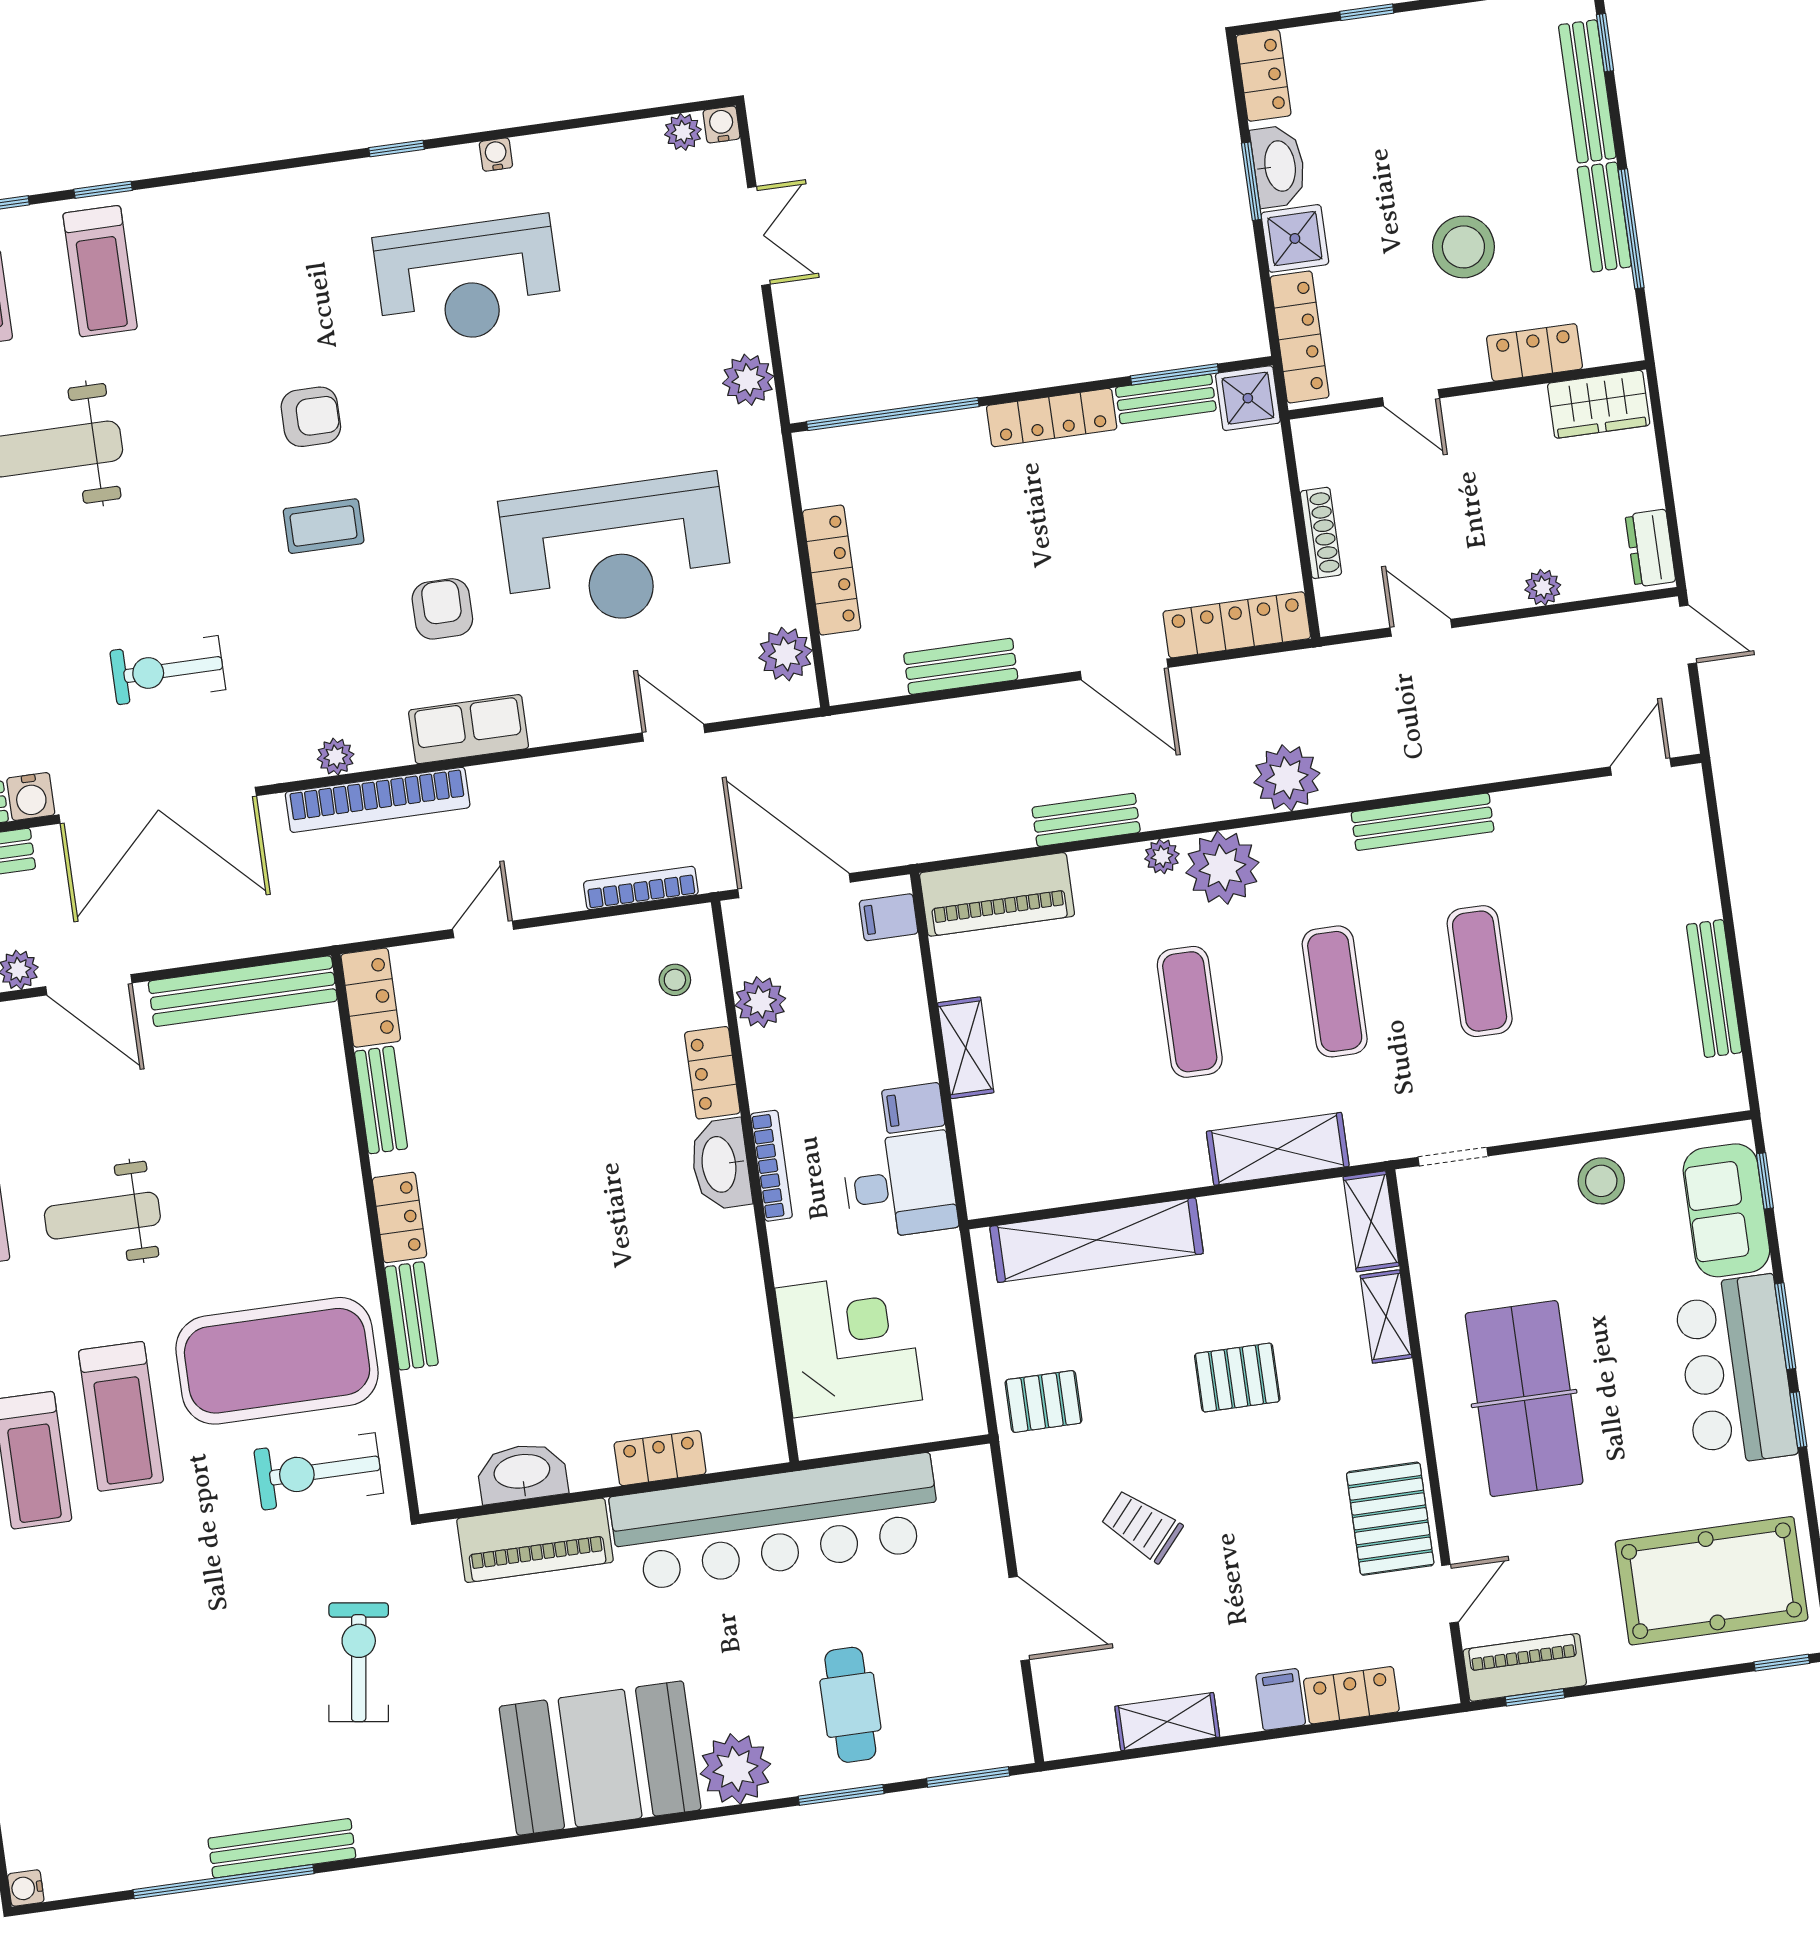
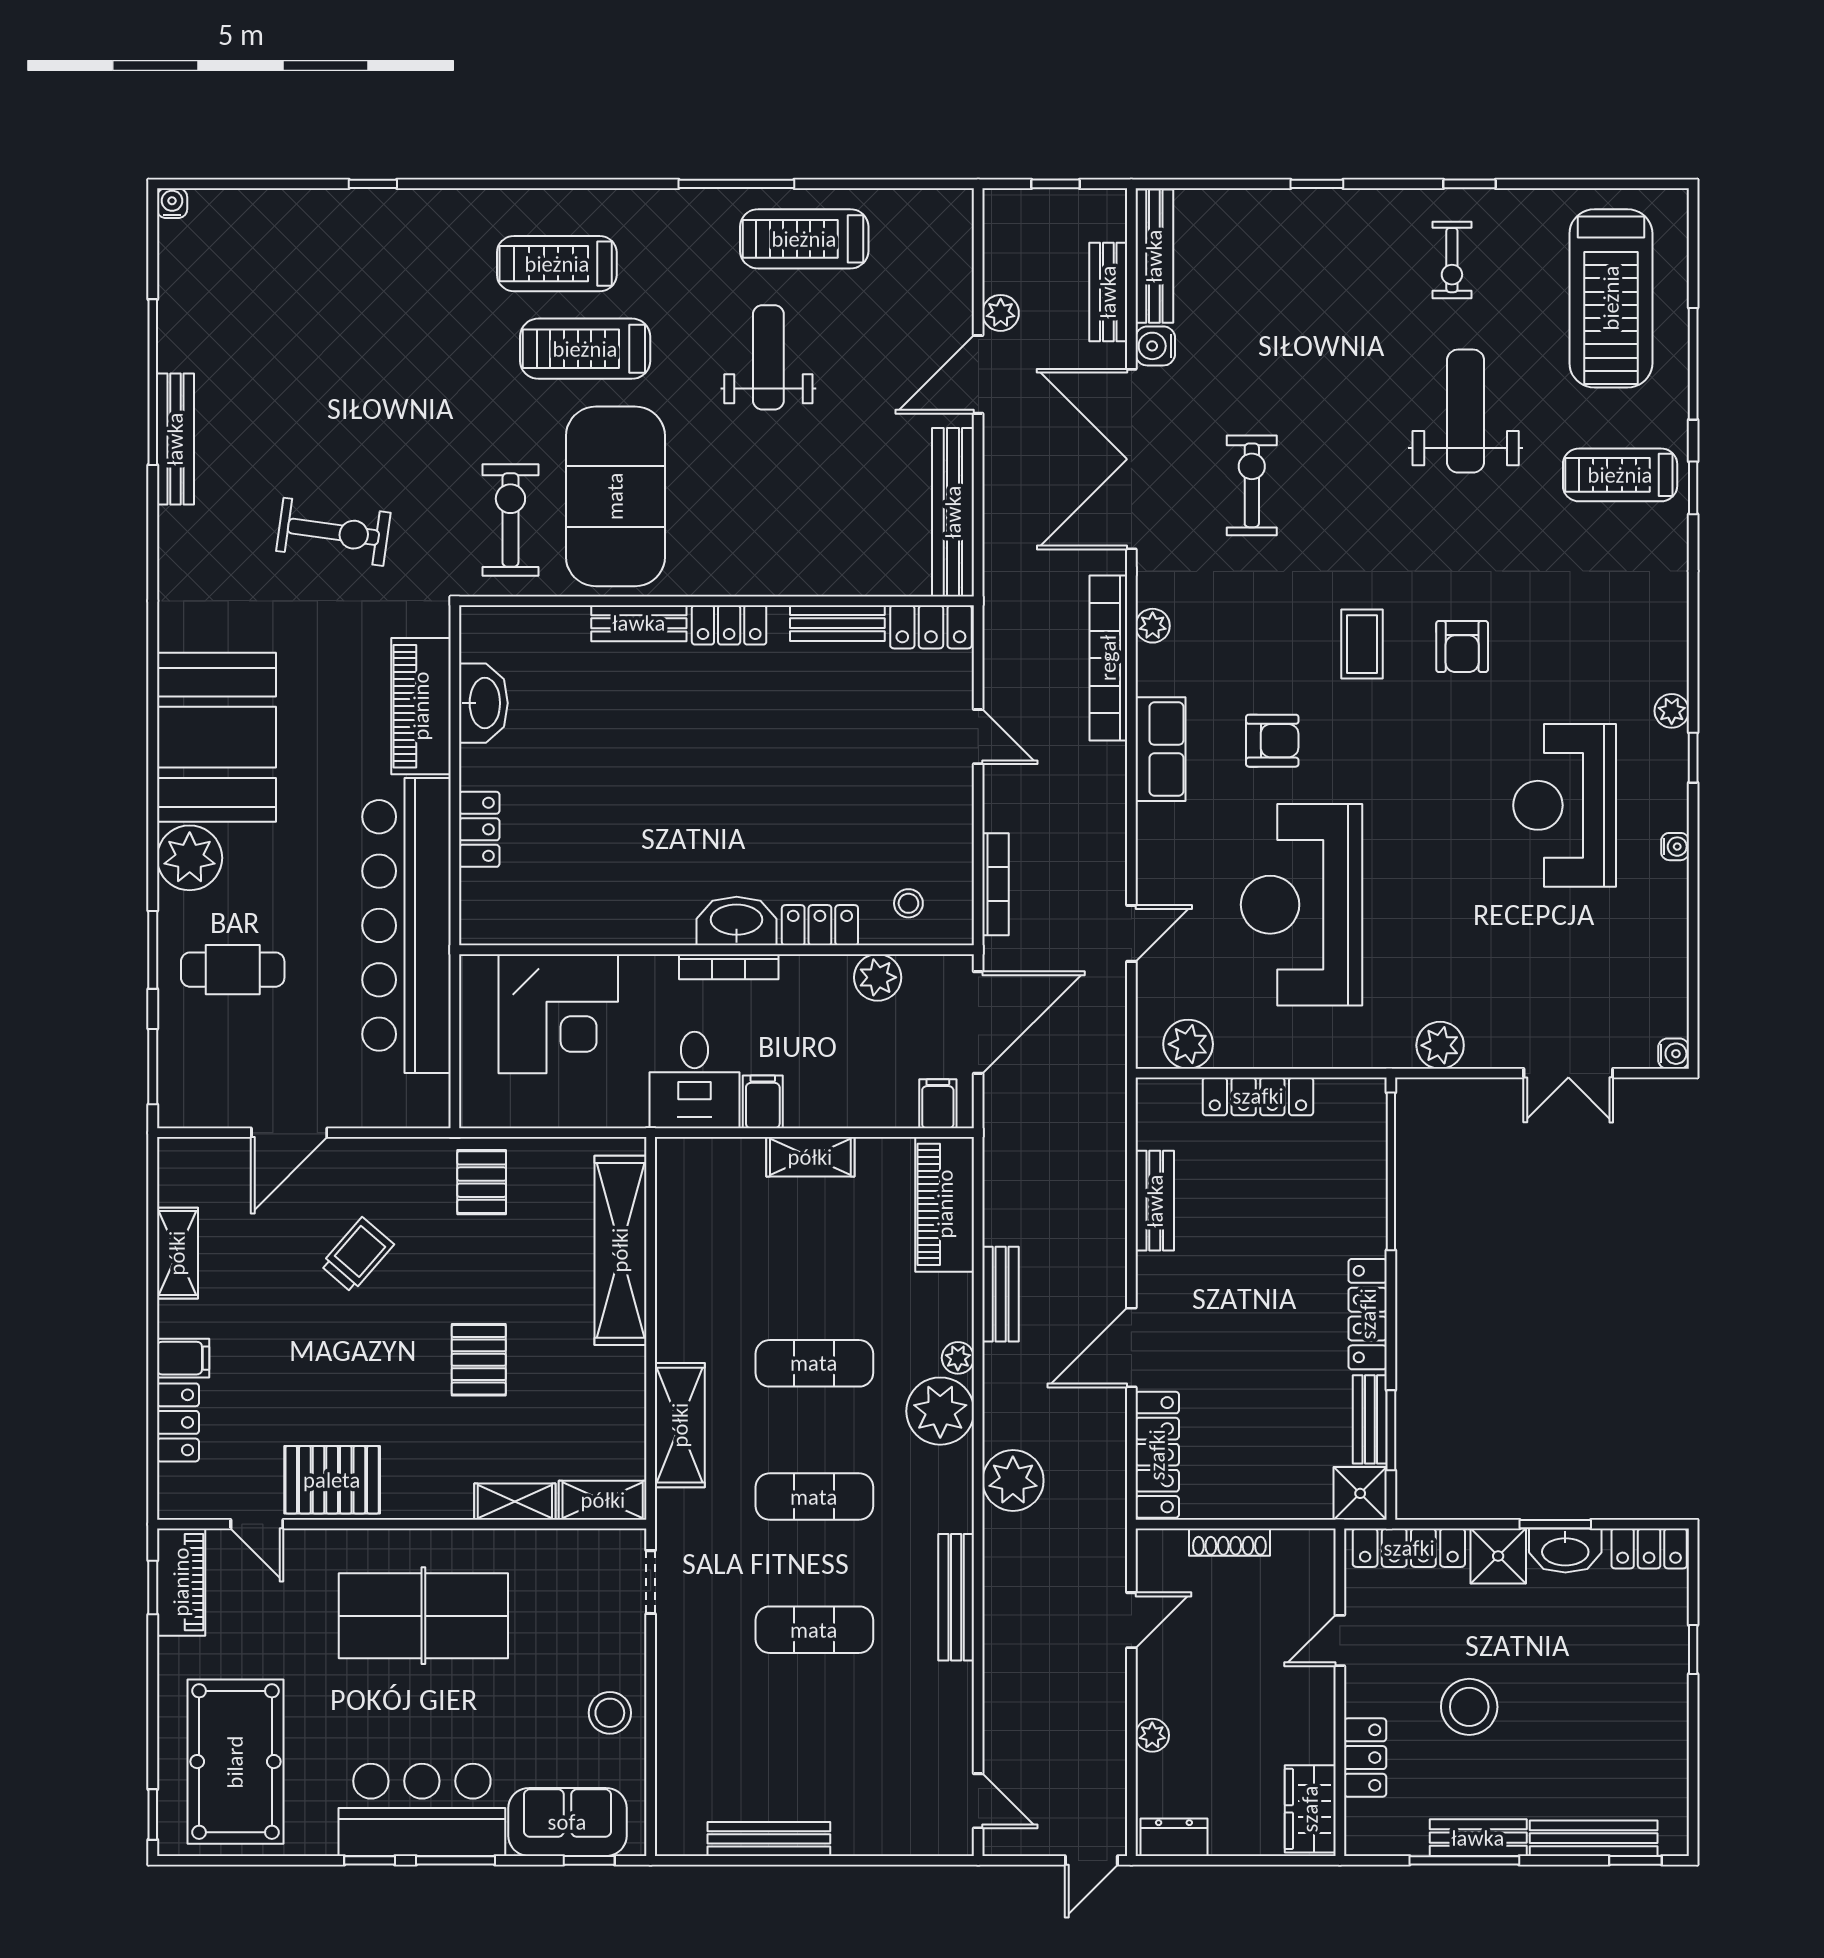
plant: (683, 132) -> (1672, 711), moved

